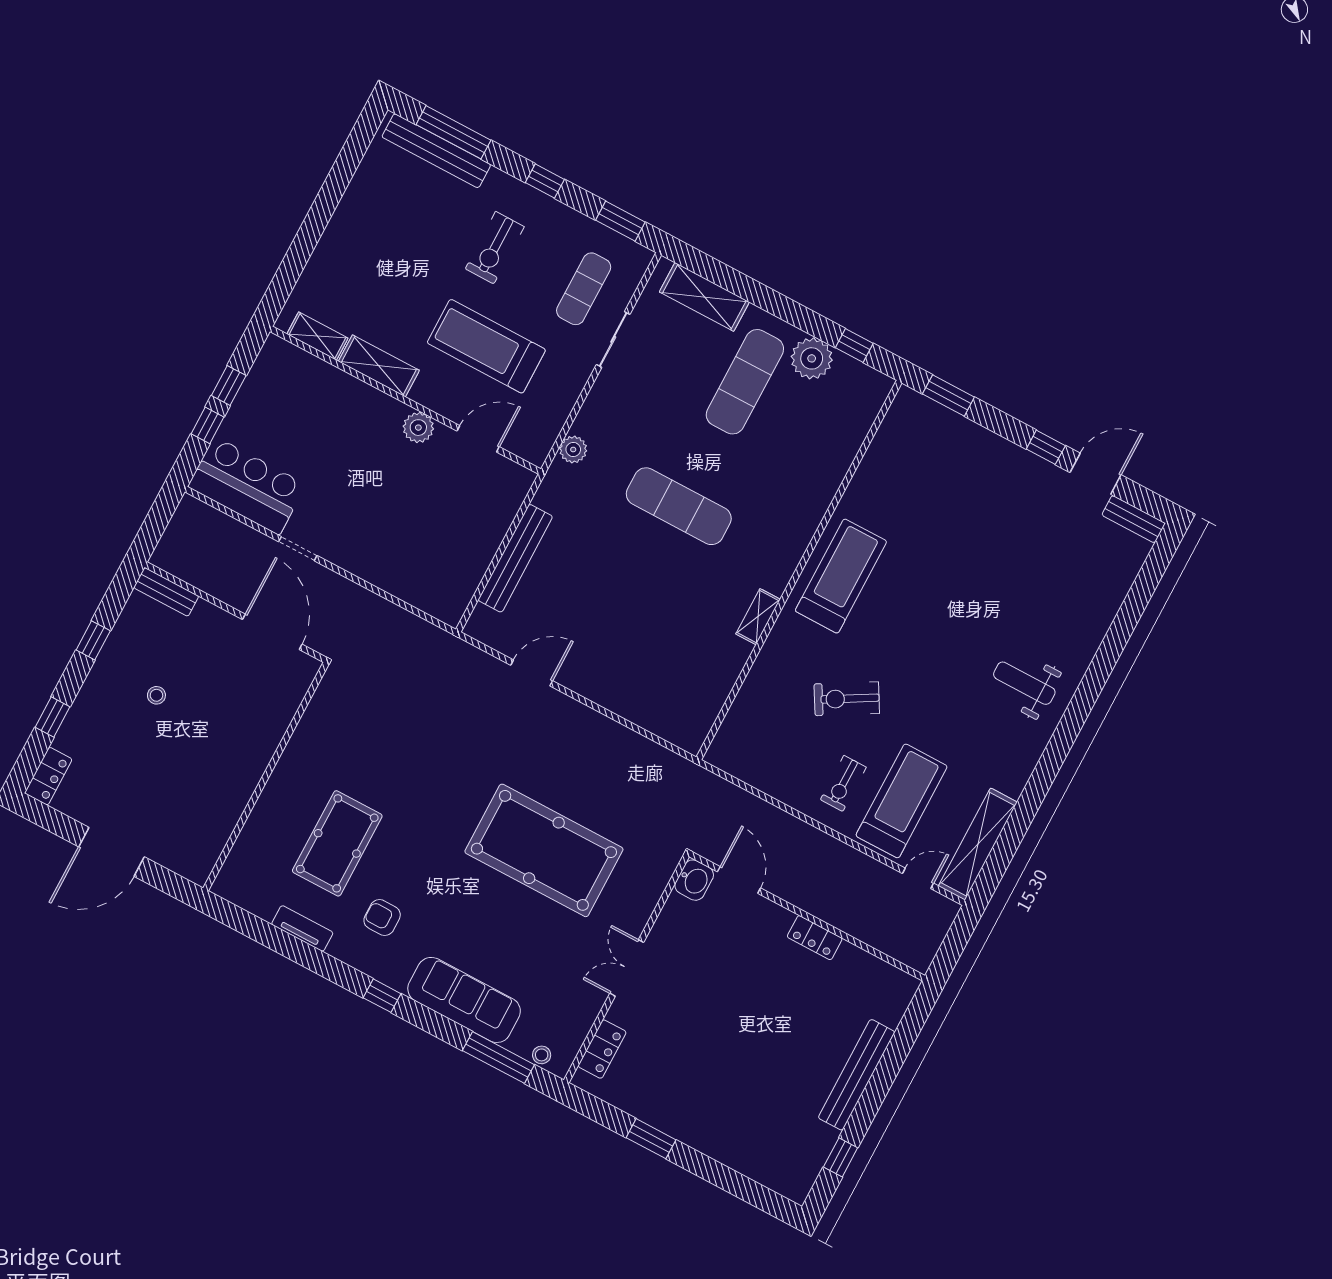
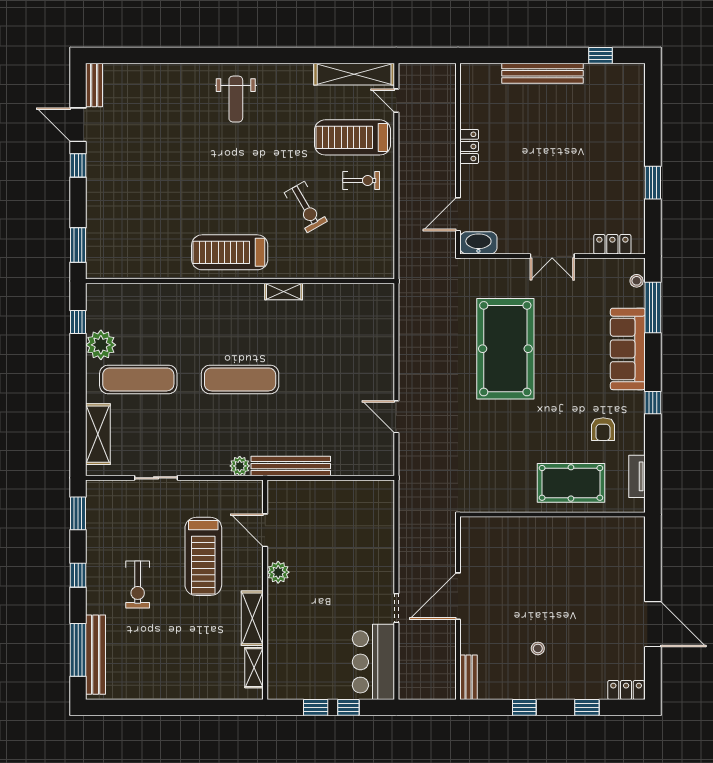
exercise bike: (495, 248) -> (138, 584), turned 90
exercise mat: (584, 289) -> (134, 514), removed
exercise mat: (679, 506) -> (240, 379), turned 90
bench: (515, 558) -> (291, 466), moved
wall: (266, 777) -> (553, 515), moved
washbasin: (694, 880) -> (478, 243), width x1.38

